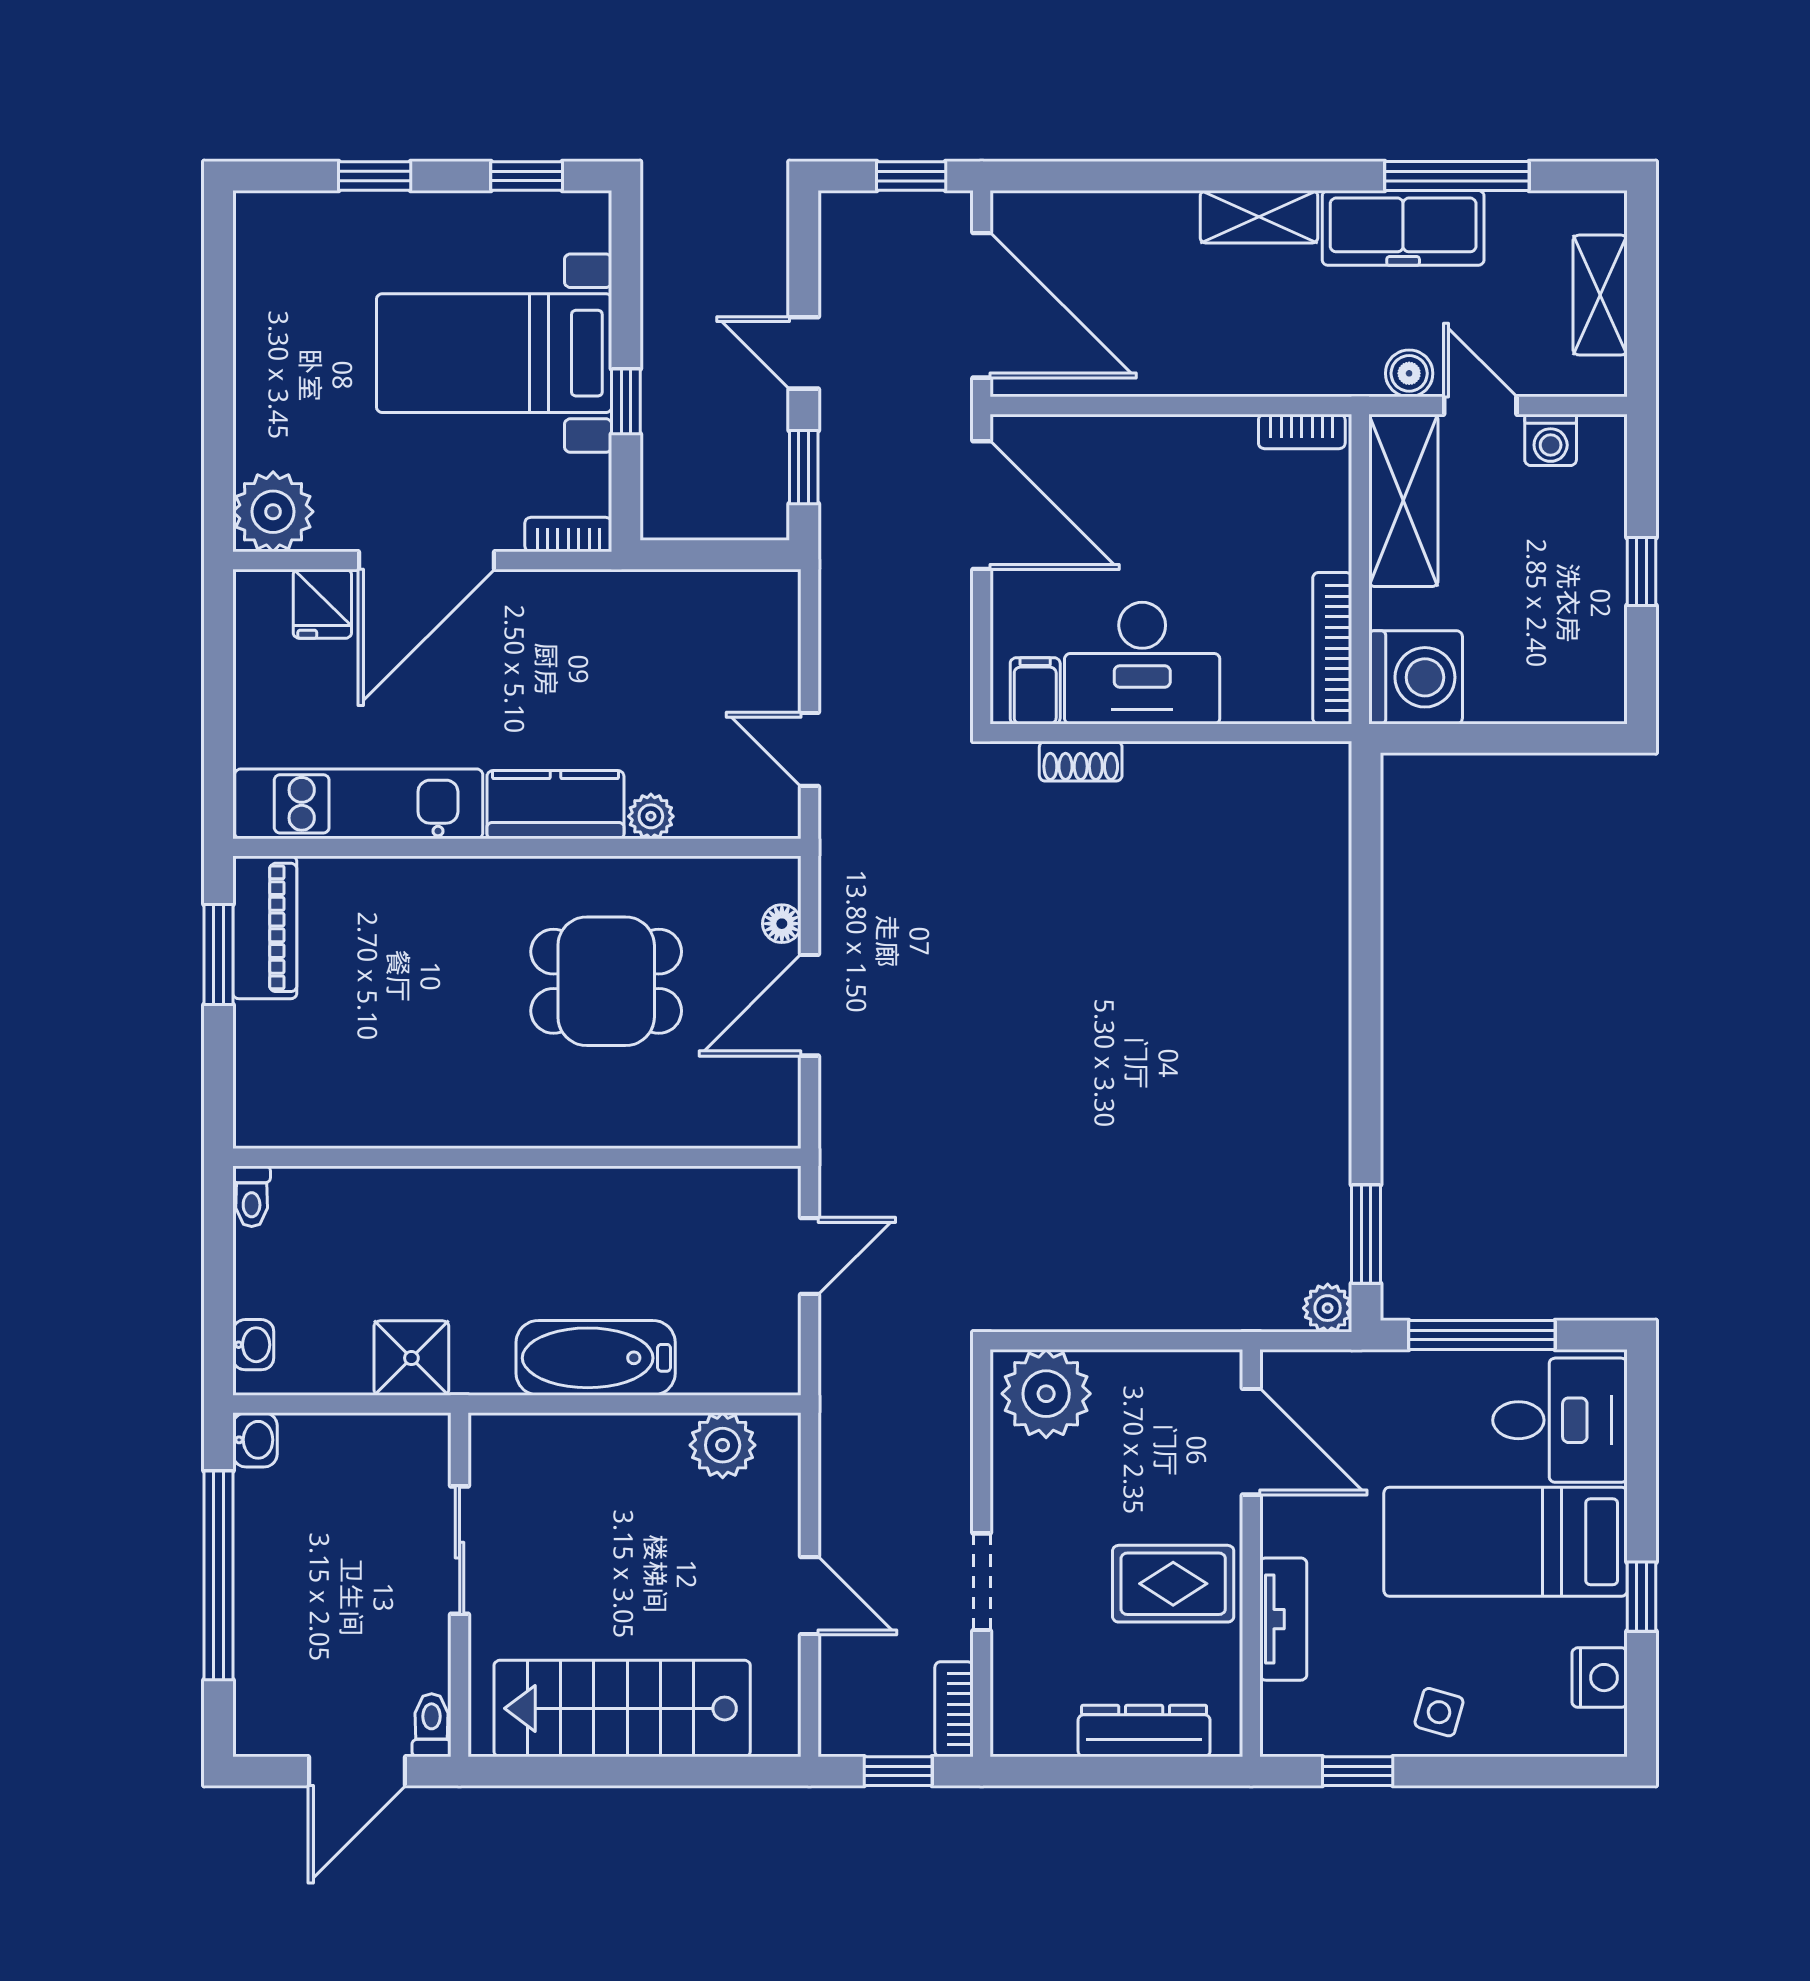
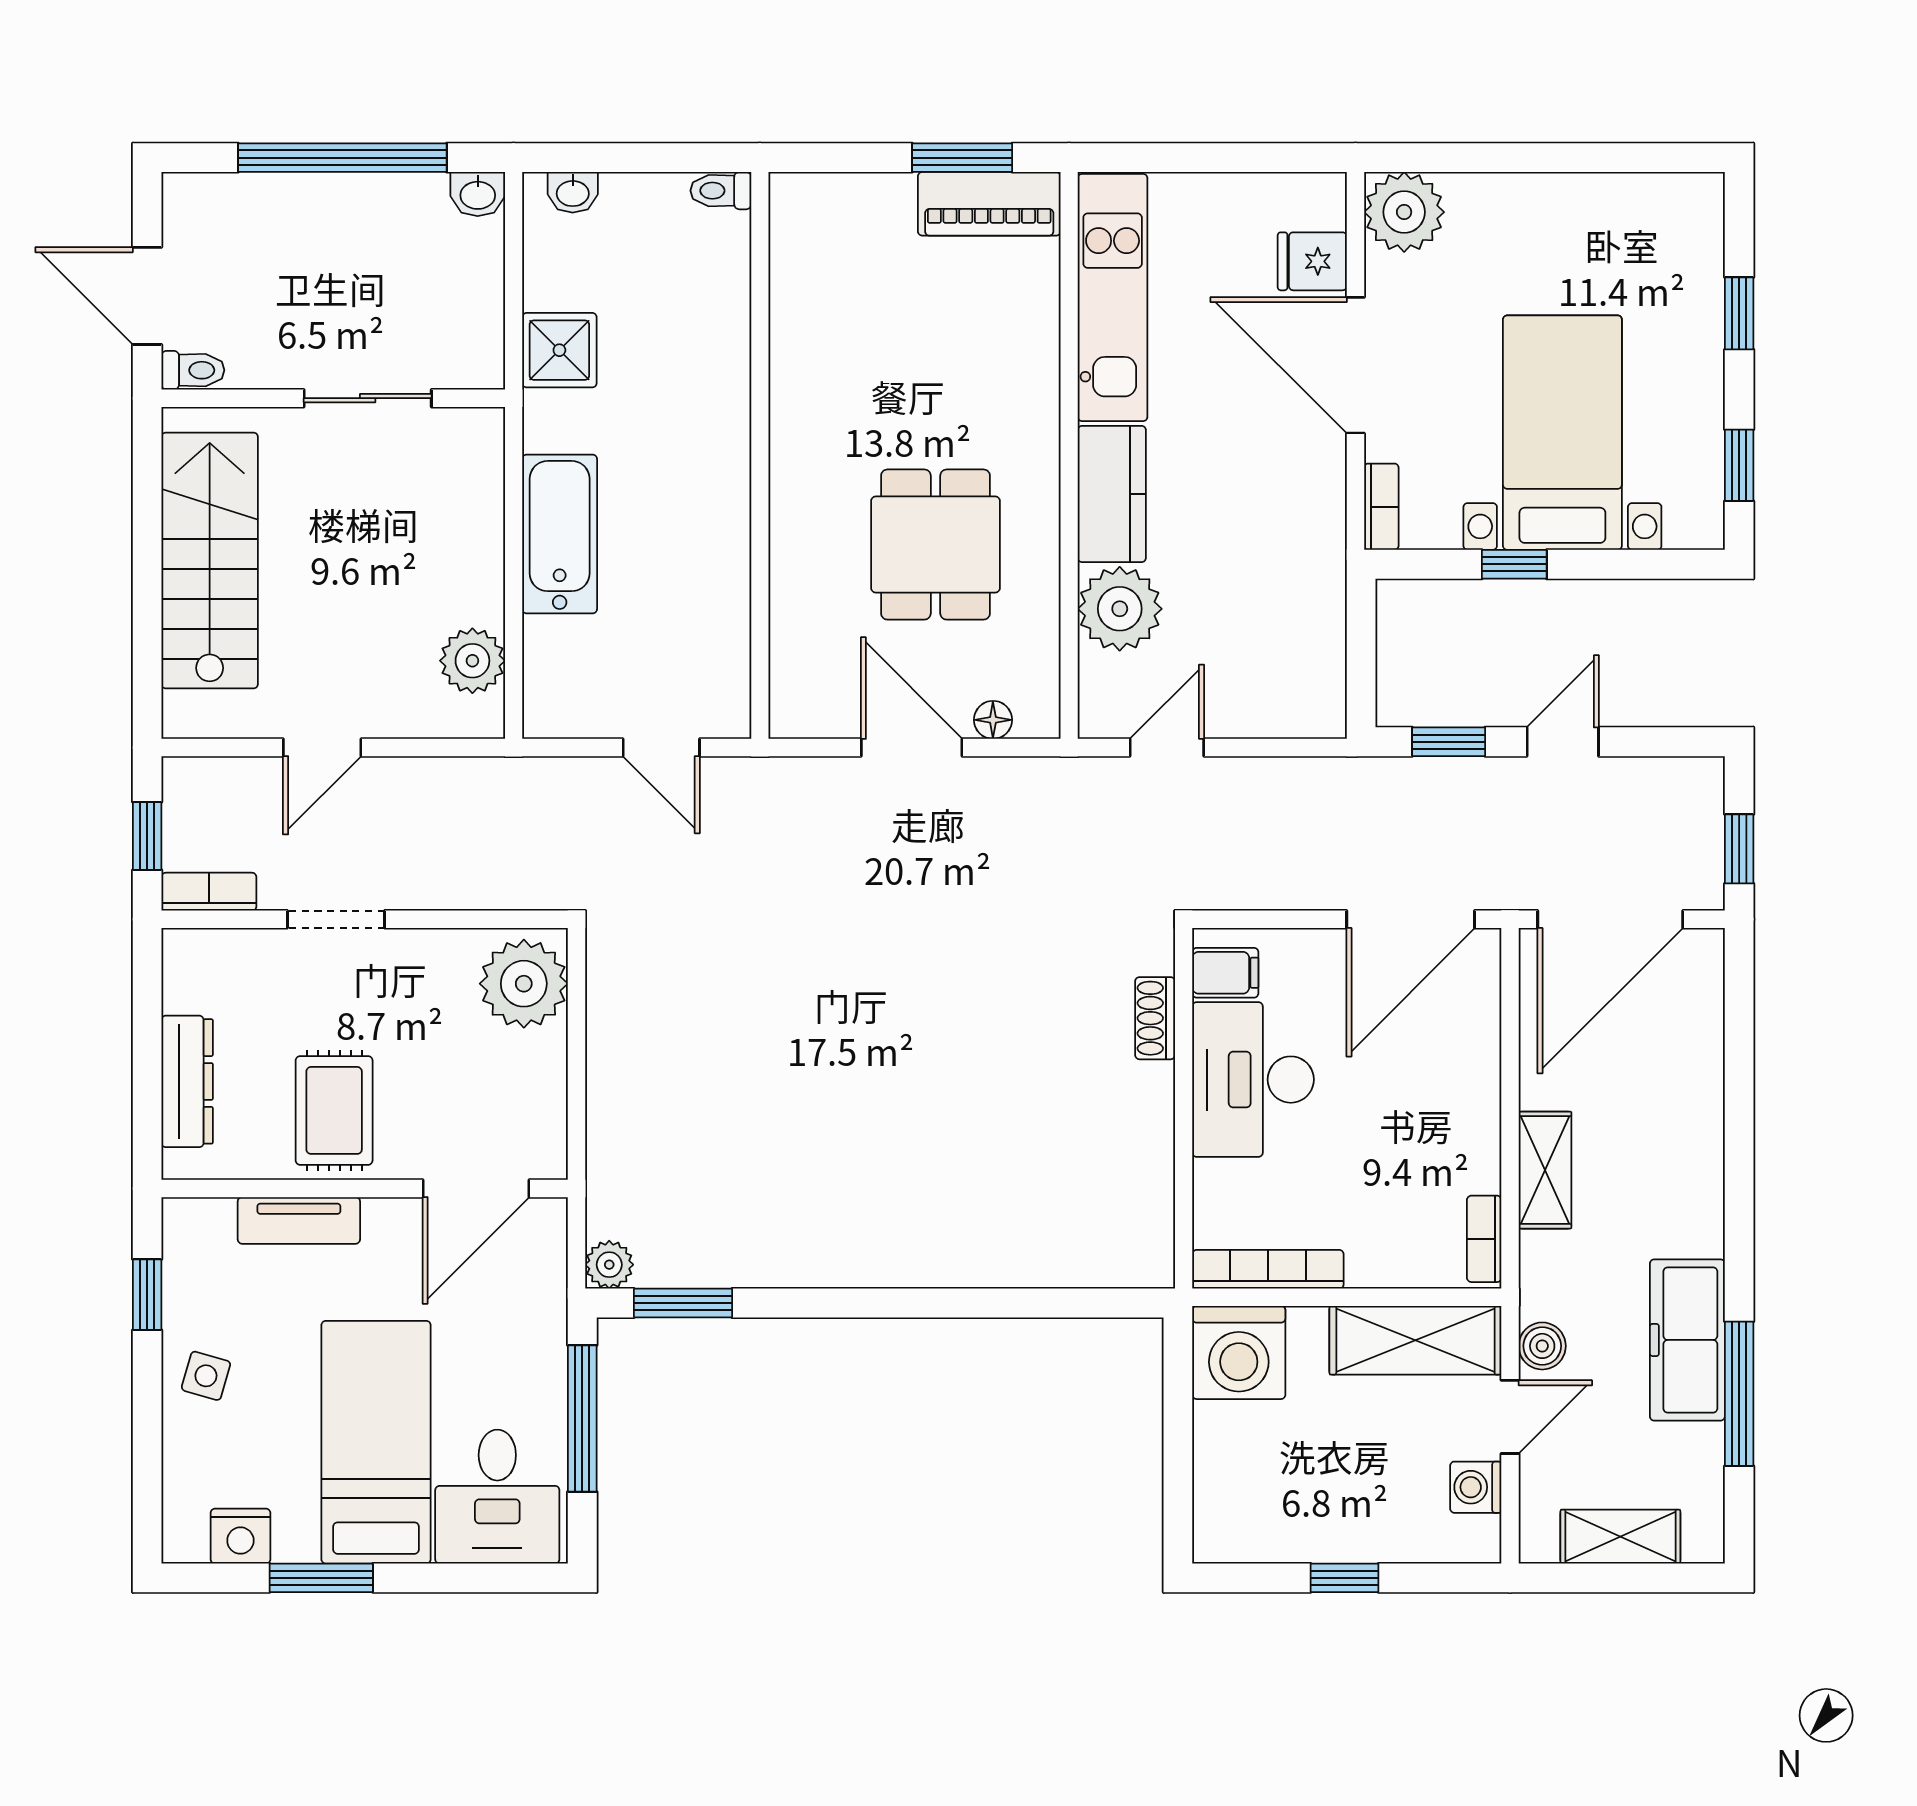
shelving: (1259, 217) -> (1545, 1170), moved
plant: (651, 816) -> (1120, 609), width x1.88, depth x1.88
window: (1641, 1597) -> (321, 1578), width x1.50

